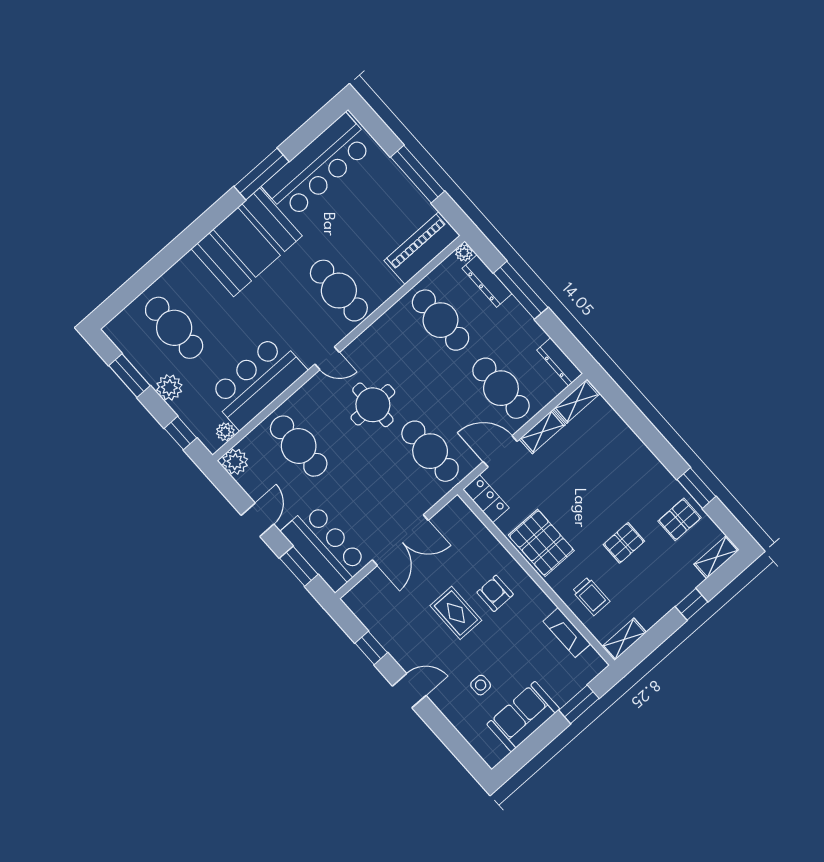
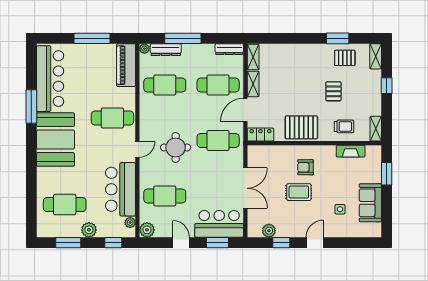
pallet: (679, 519) -> (345, 58), turned 90
plant: (373, 619) -> (269, 231), added

